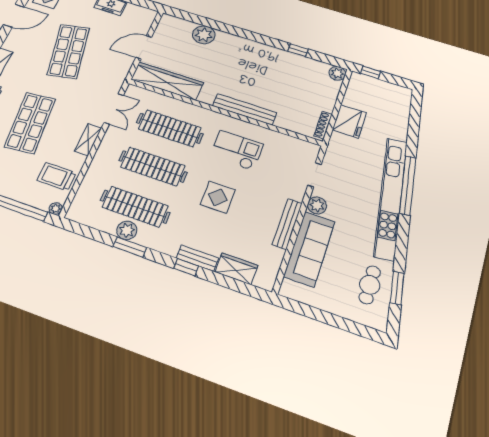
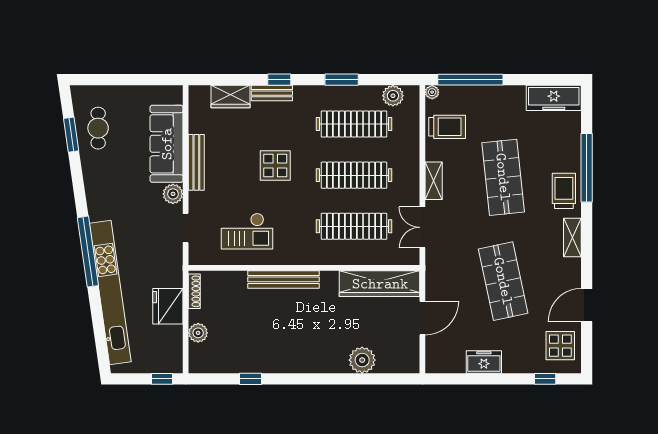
plant: (337, 73) -> (198, 333), moved
checkout: (237, 150) -> (247, 231), moved
kitchen unit: (391, 198) -> (110, 293), moved
plant: (127, 230) -> (393, 96), moved

